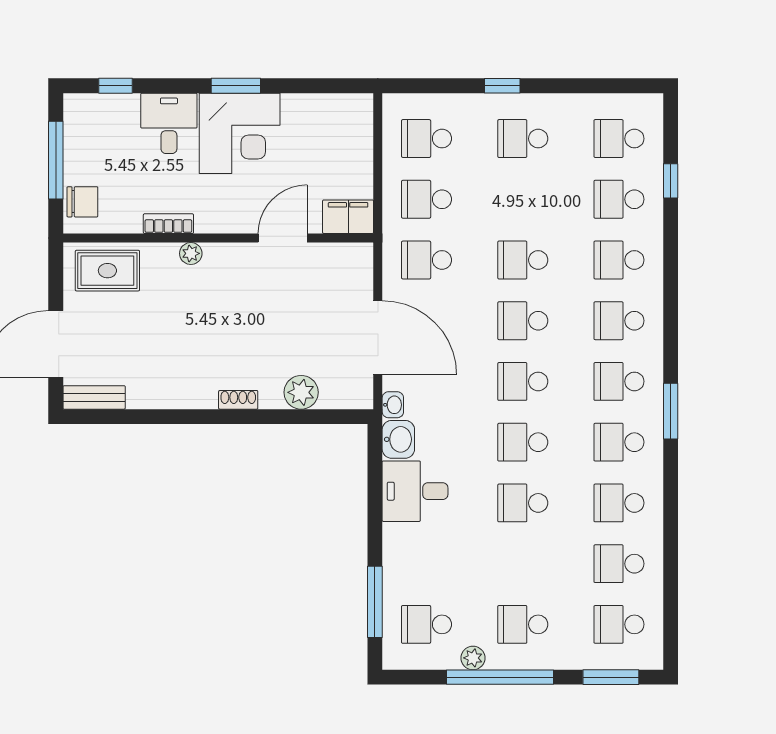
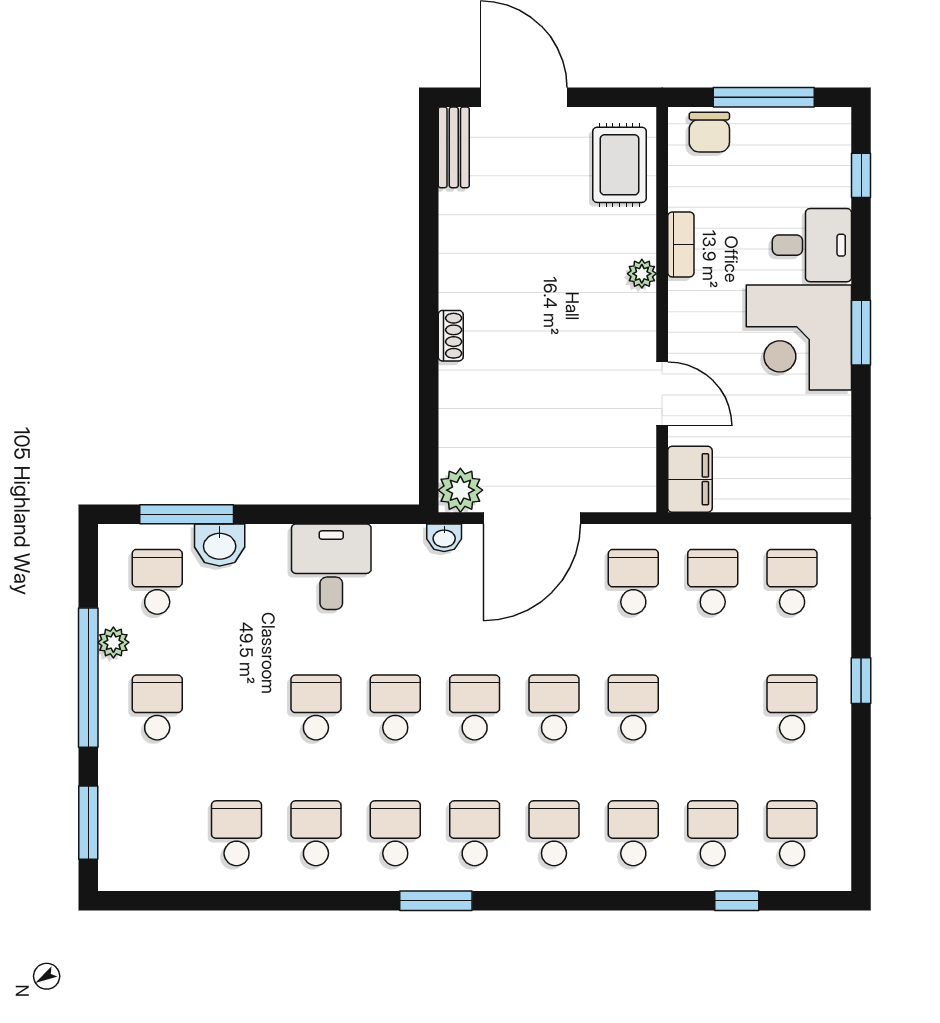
plant: (301, 392) -> (460, 490), moved
washbasin: (398, 439) -> (220, 545), moved
school desk: (619, 624) -> (157, 833), removed

